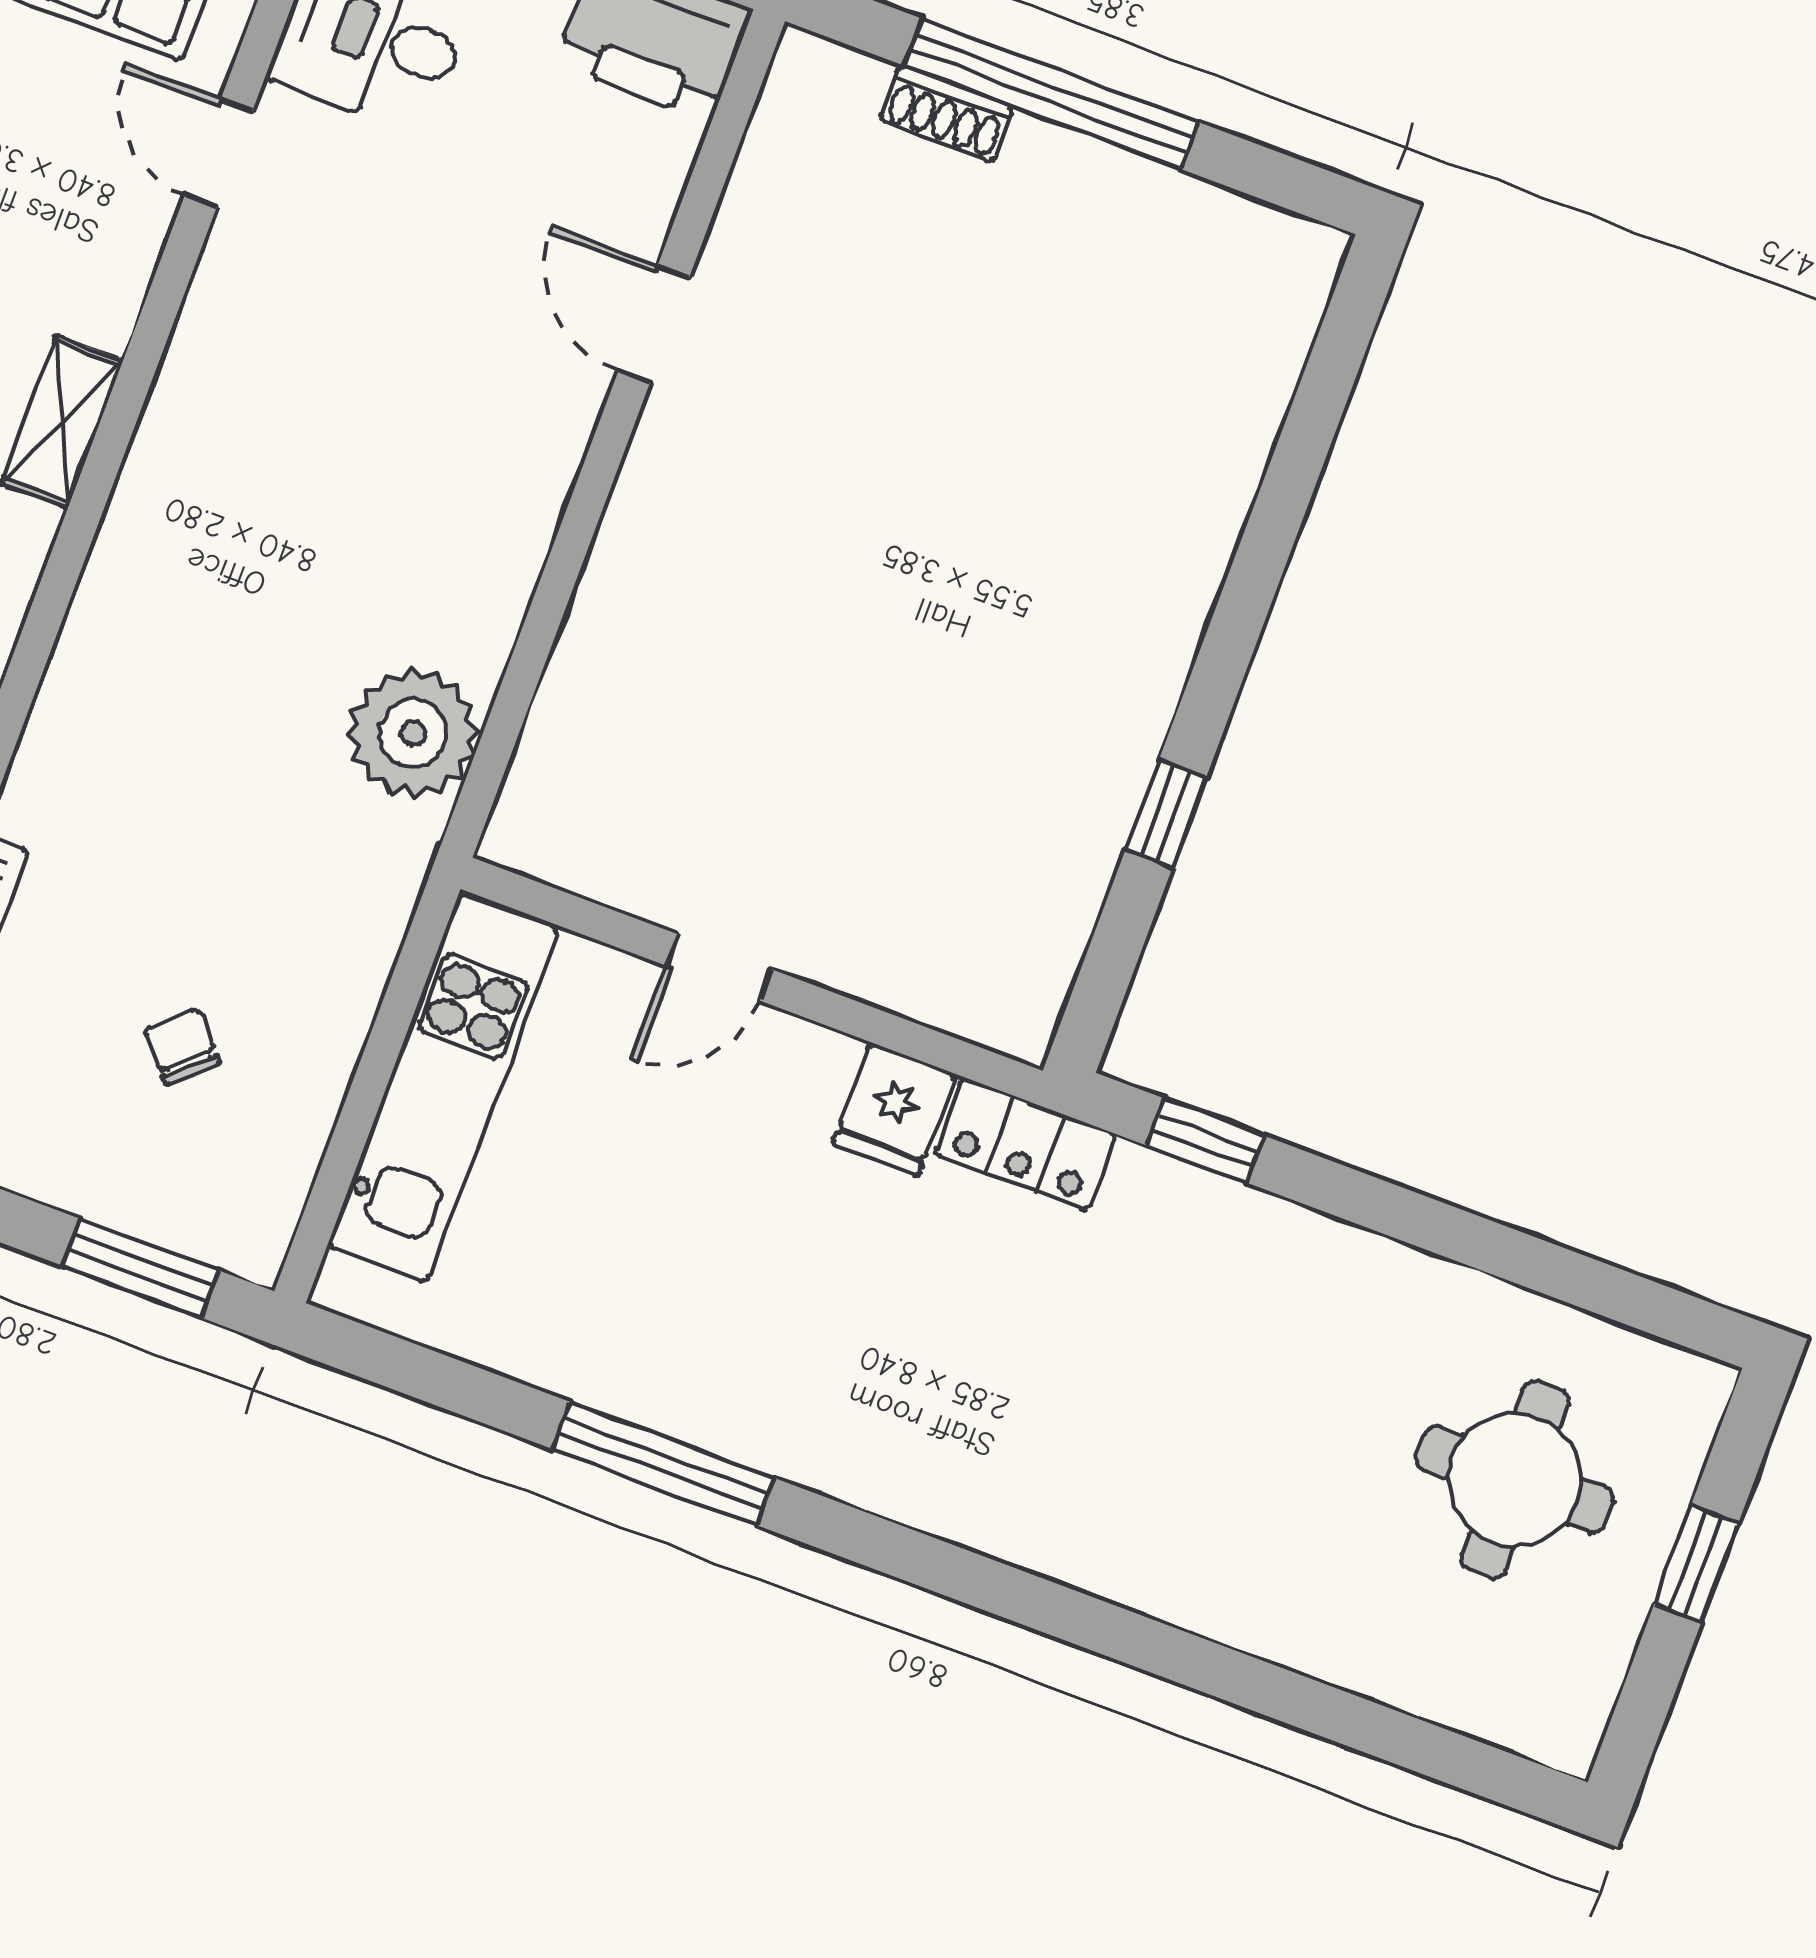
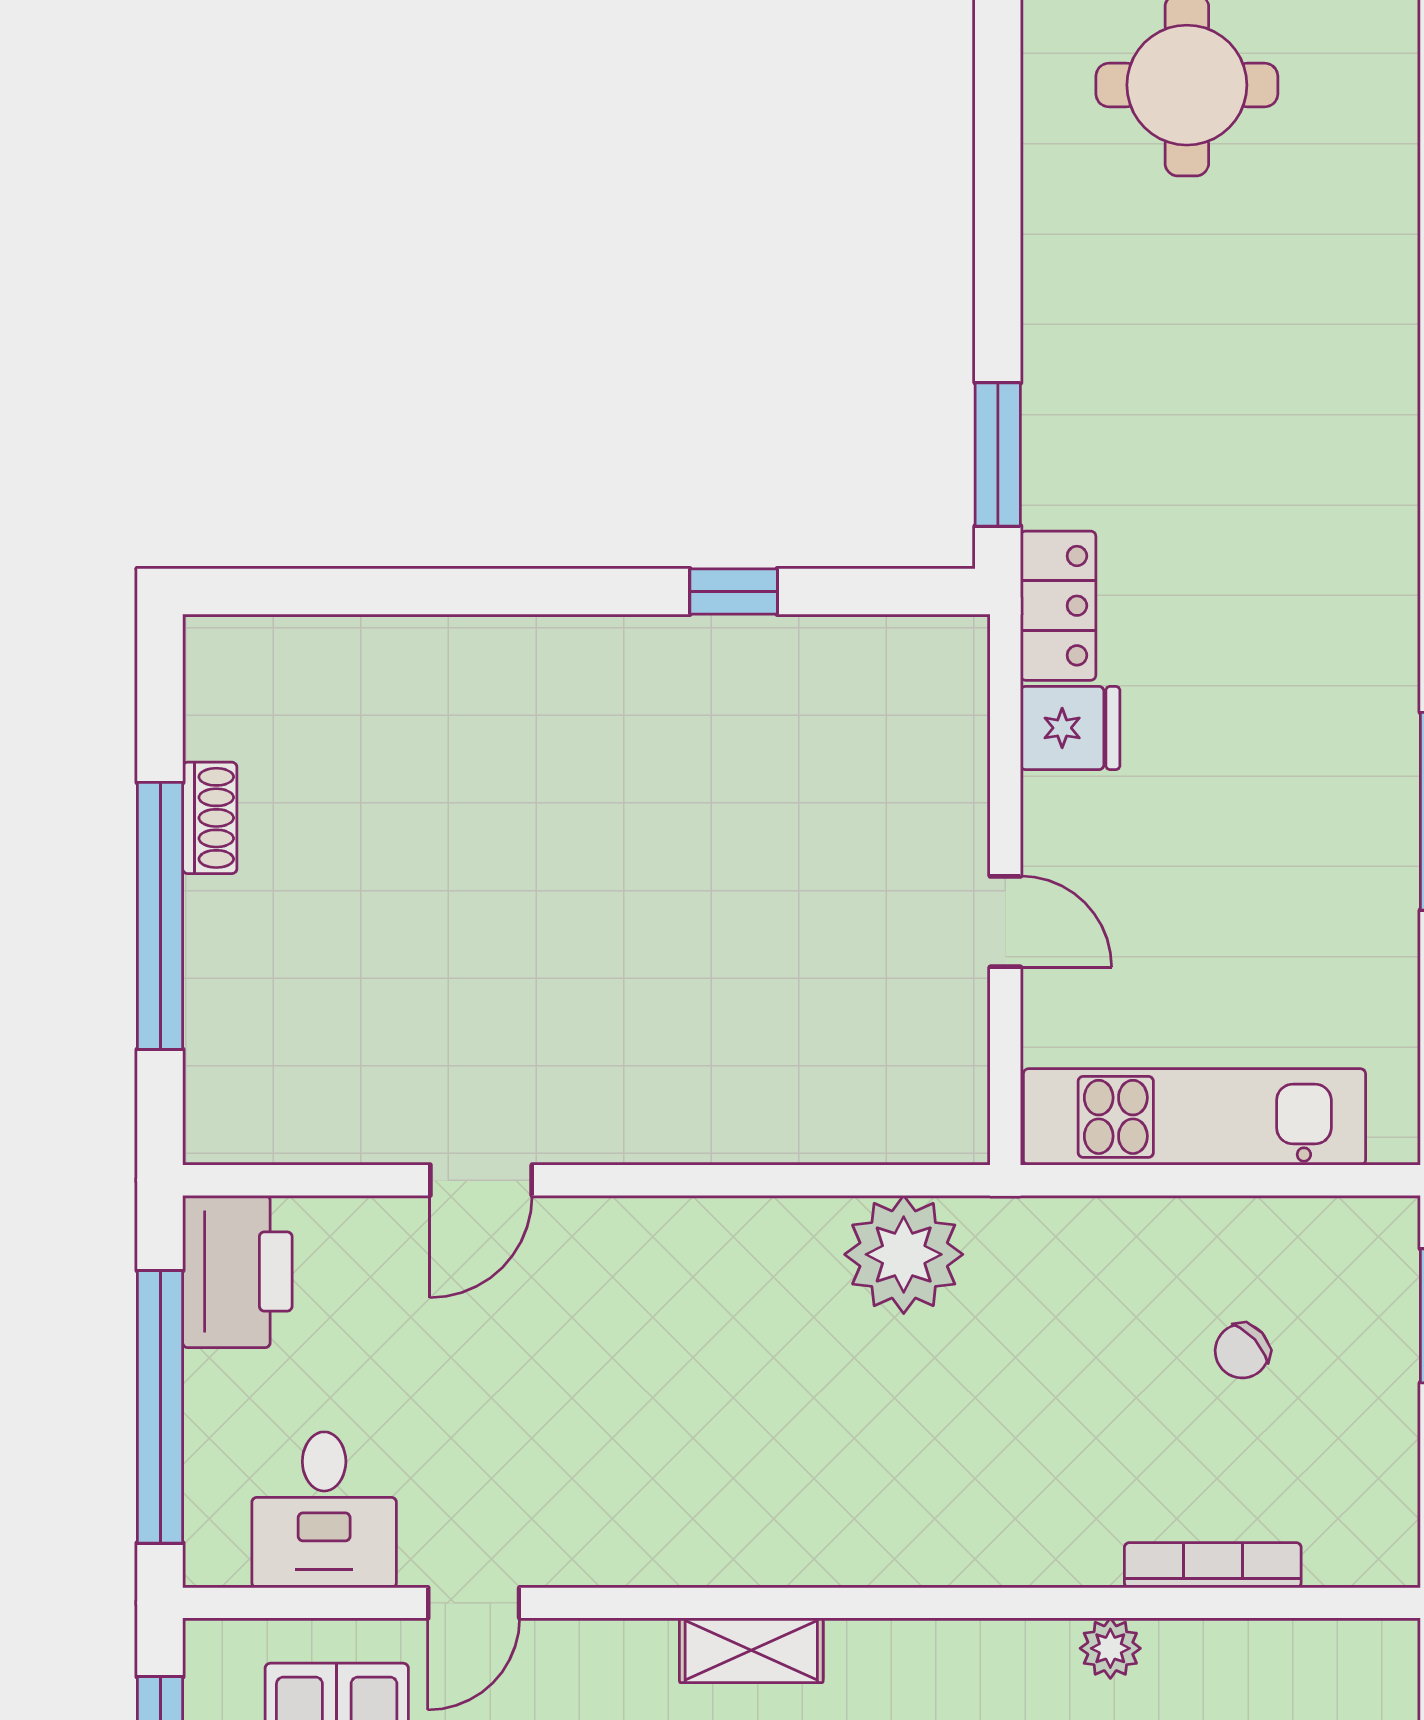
shoe rack: (947, 113) -> (210, 818), moved
window: (1205, 1141) -> (998, 454), width x1.50

